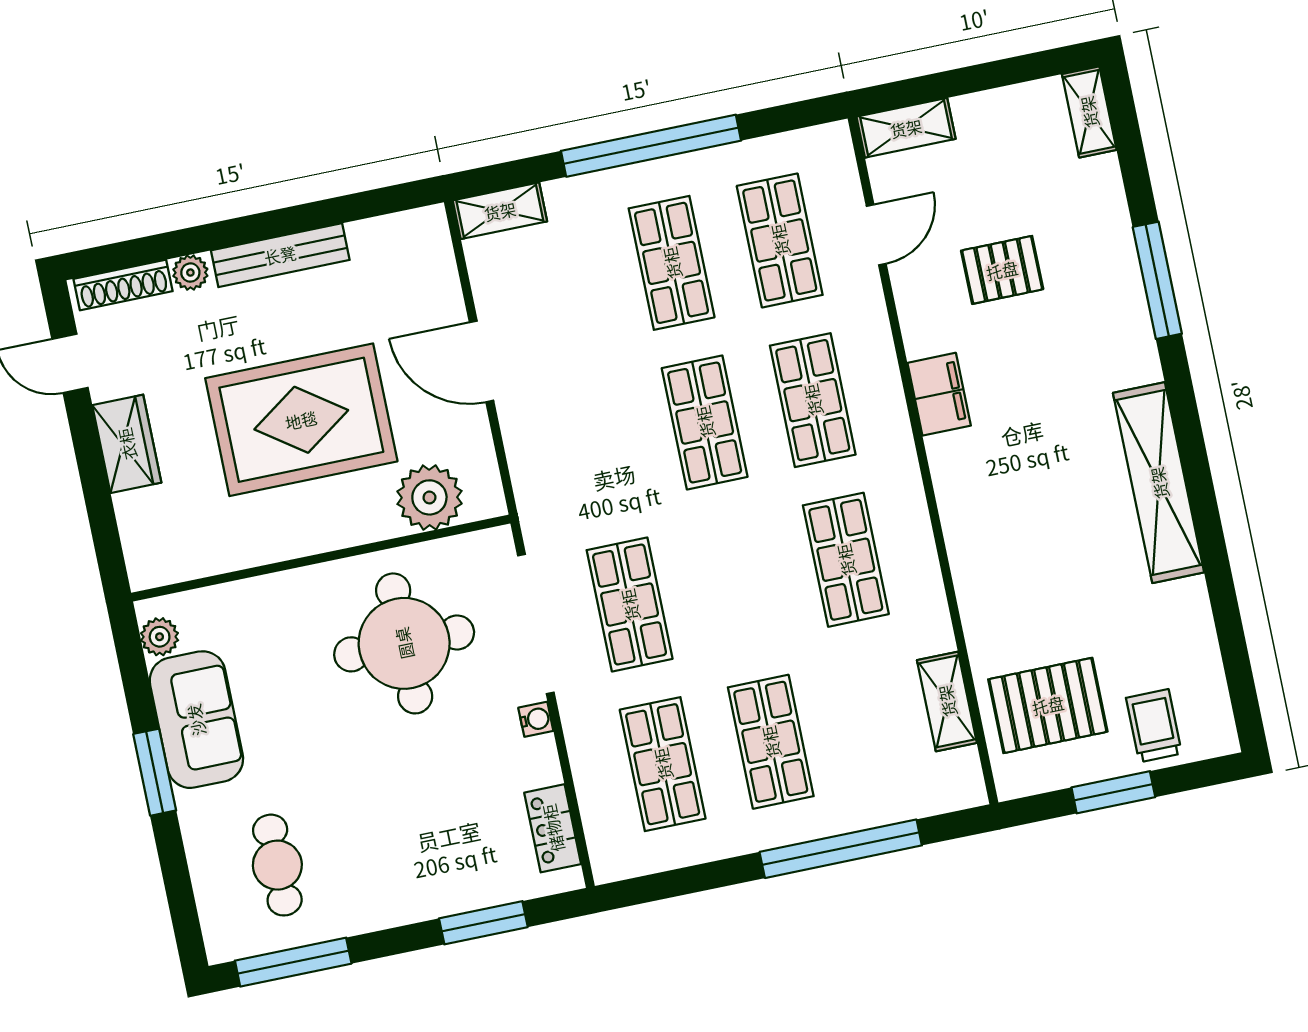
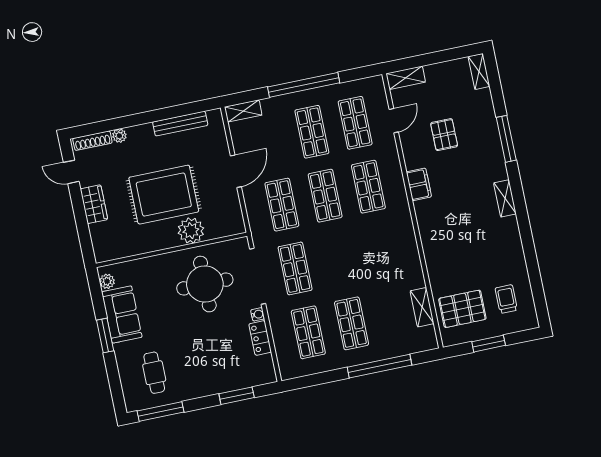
bench: (280, 255) -> (180, 124), moved
pallet: (1002, 270) -> (444, 135), turned 90
door: (482, 361) -> (236, 171), swing flipped
shelving: (1159, 483) -> (505, 198), width x0.45, depth x0.75
plant: (429, 497) -> (191, 231), moved
shop shelf: (846, 560) -> (282, 205), moved
trolley: (1154, 726) -> (506, 299), moved
locker: (553, 828) -> (260, 338), moved

